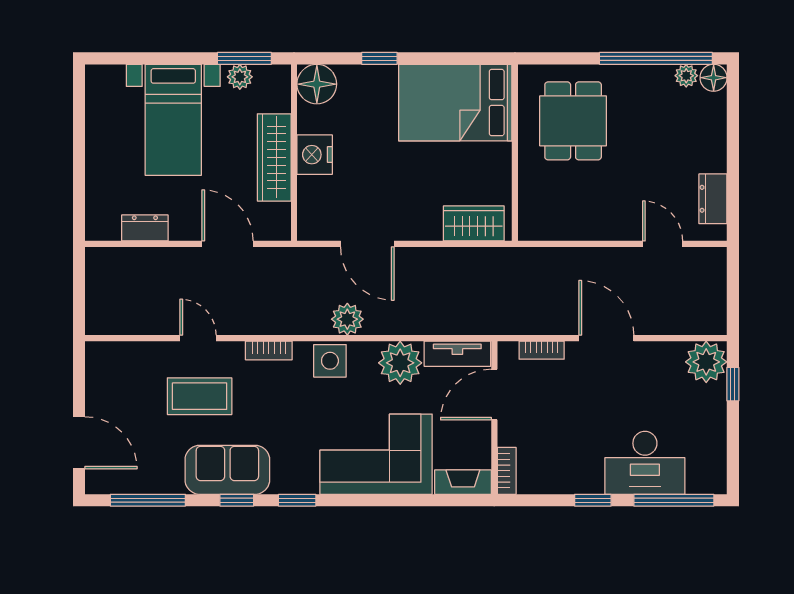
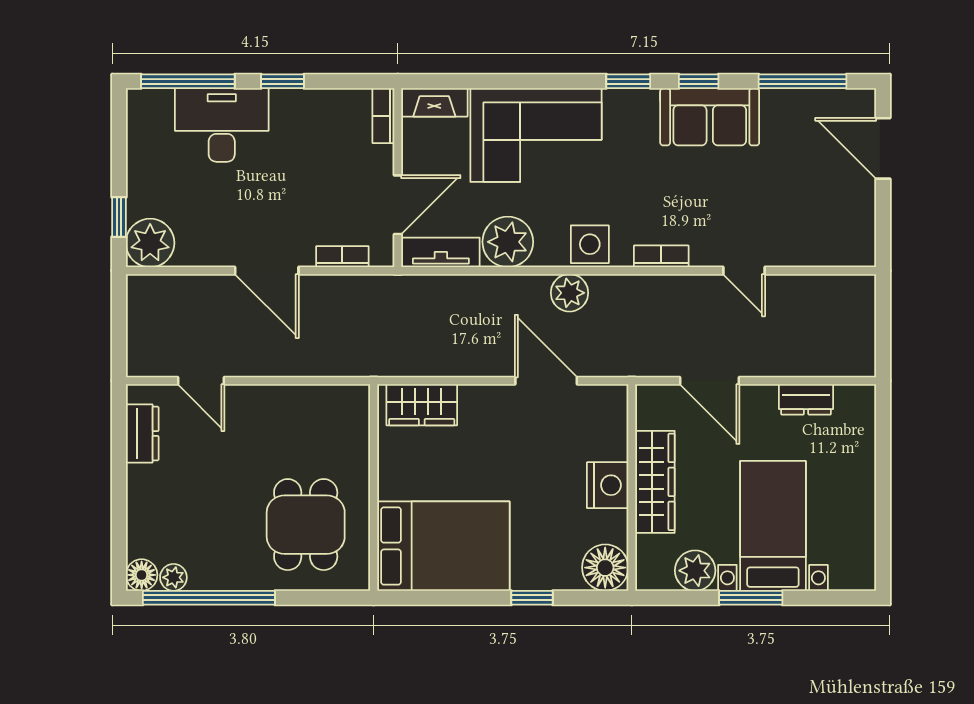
window: (244, 58) -> (751, 598), moved
plant: (240, 77) -> (695, 571), width x1.38, depth x1.38
coffee table: (200, 396) -> (742, 203), removed

